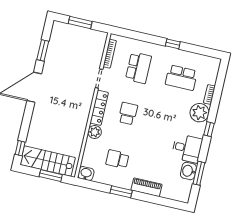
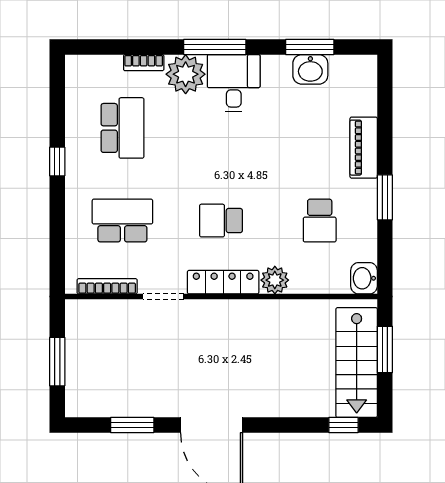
window: (209, 129) -> (215, 47), width x2.17
desk: (187, 148) -> (234, 83), moved

